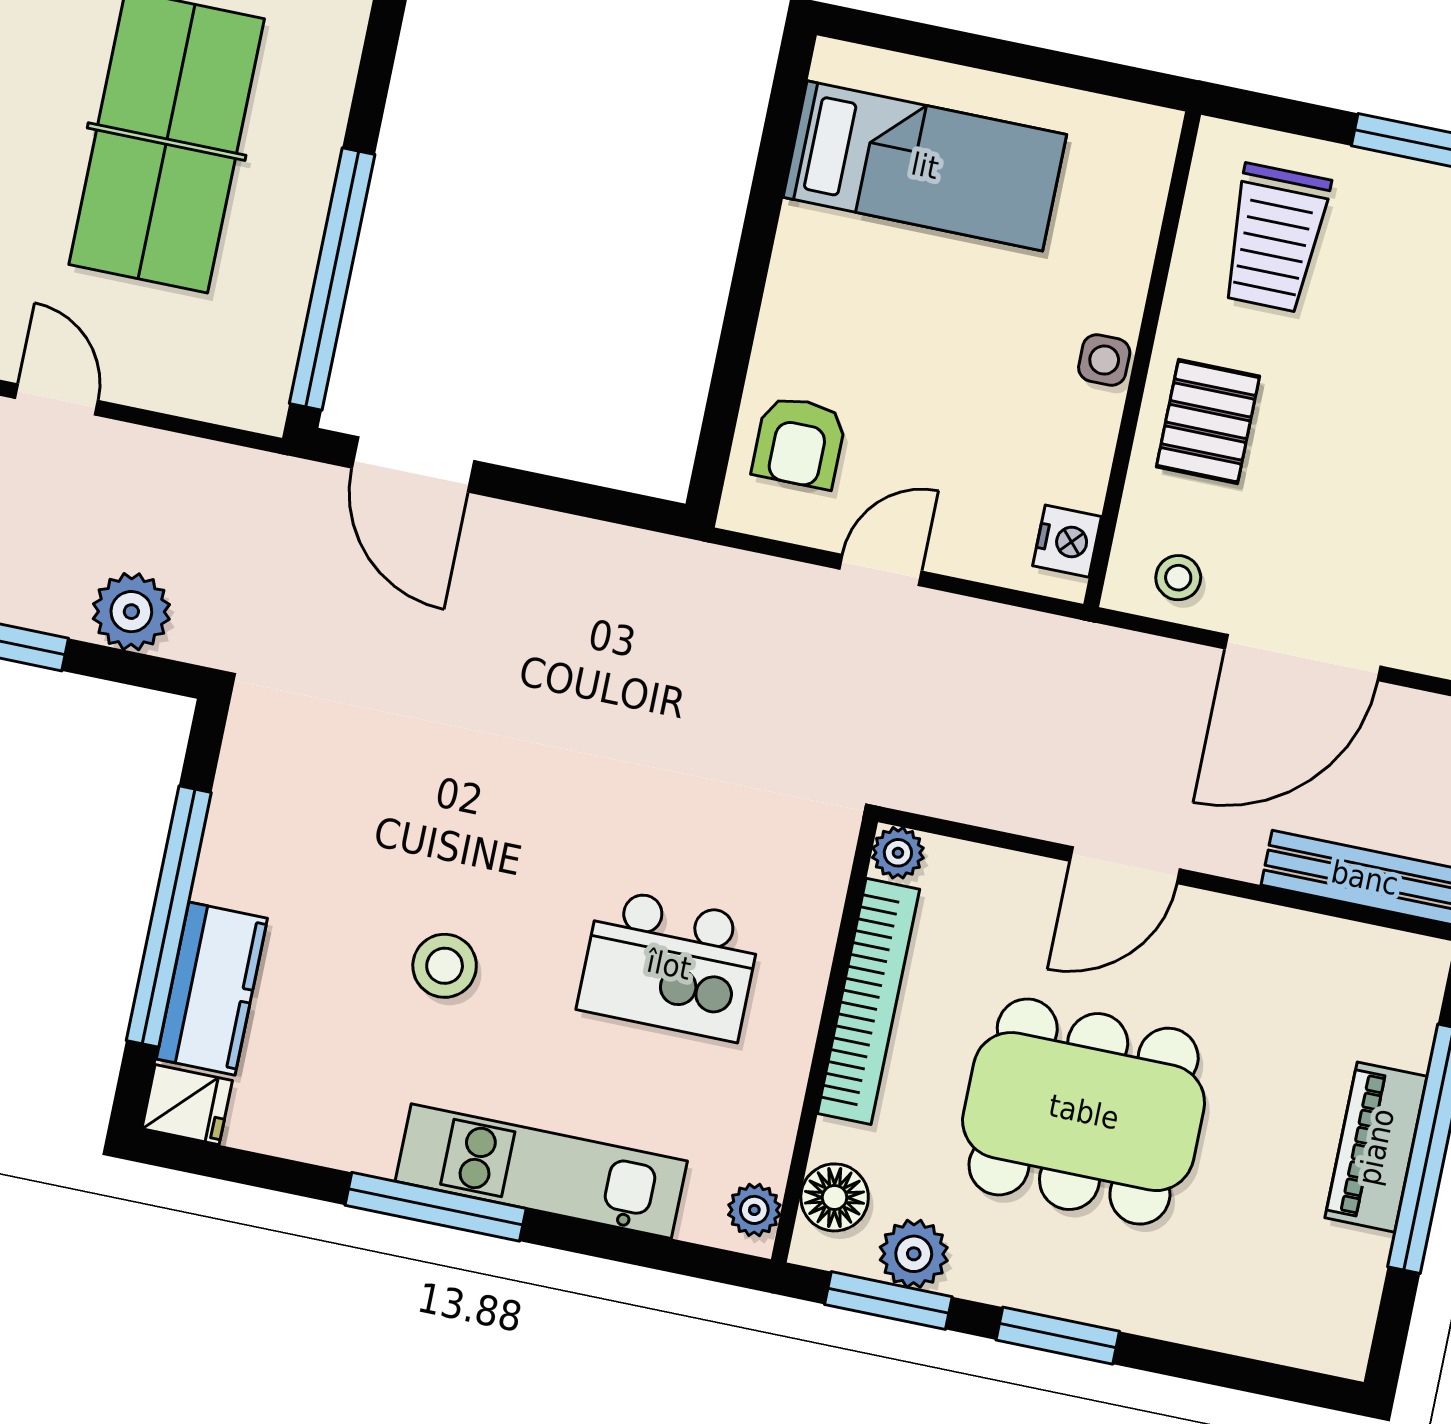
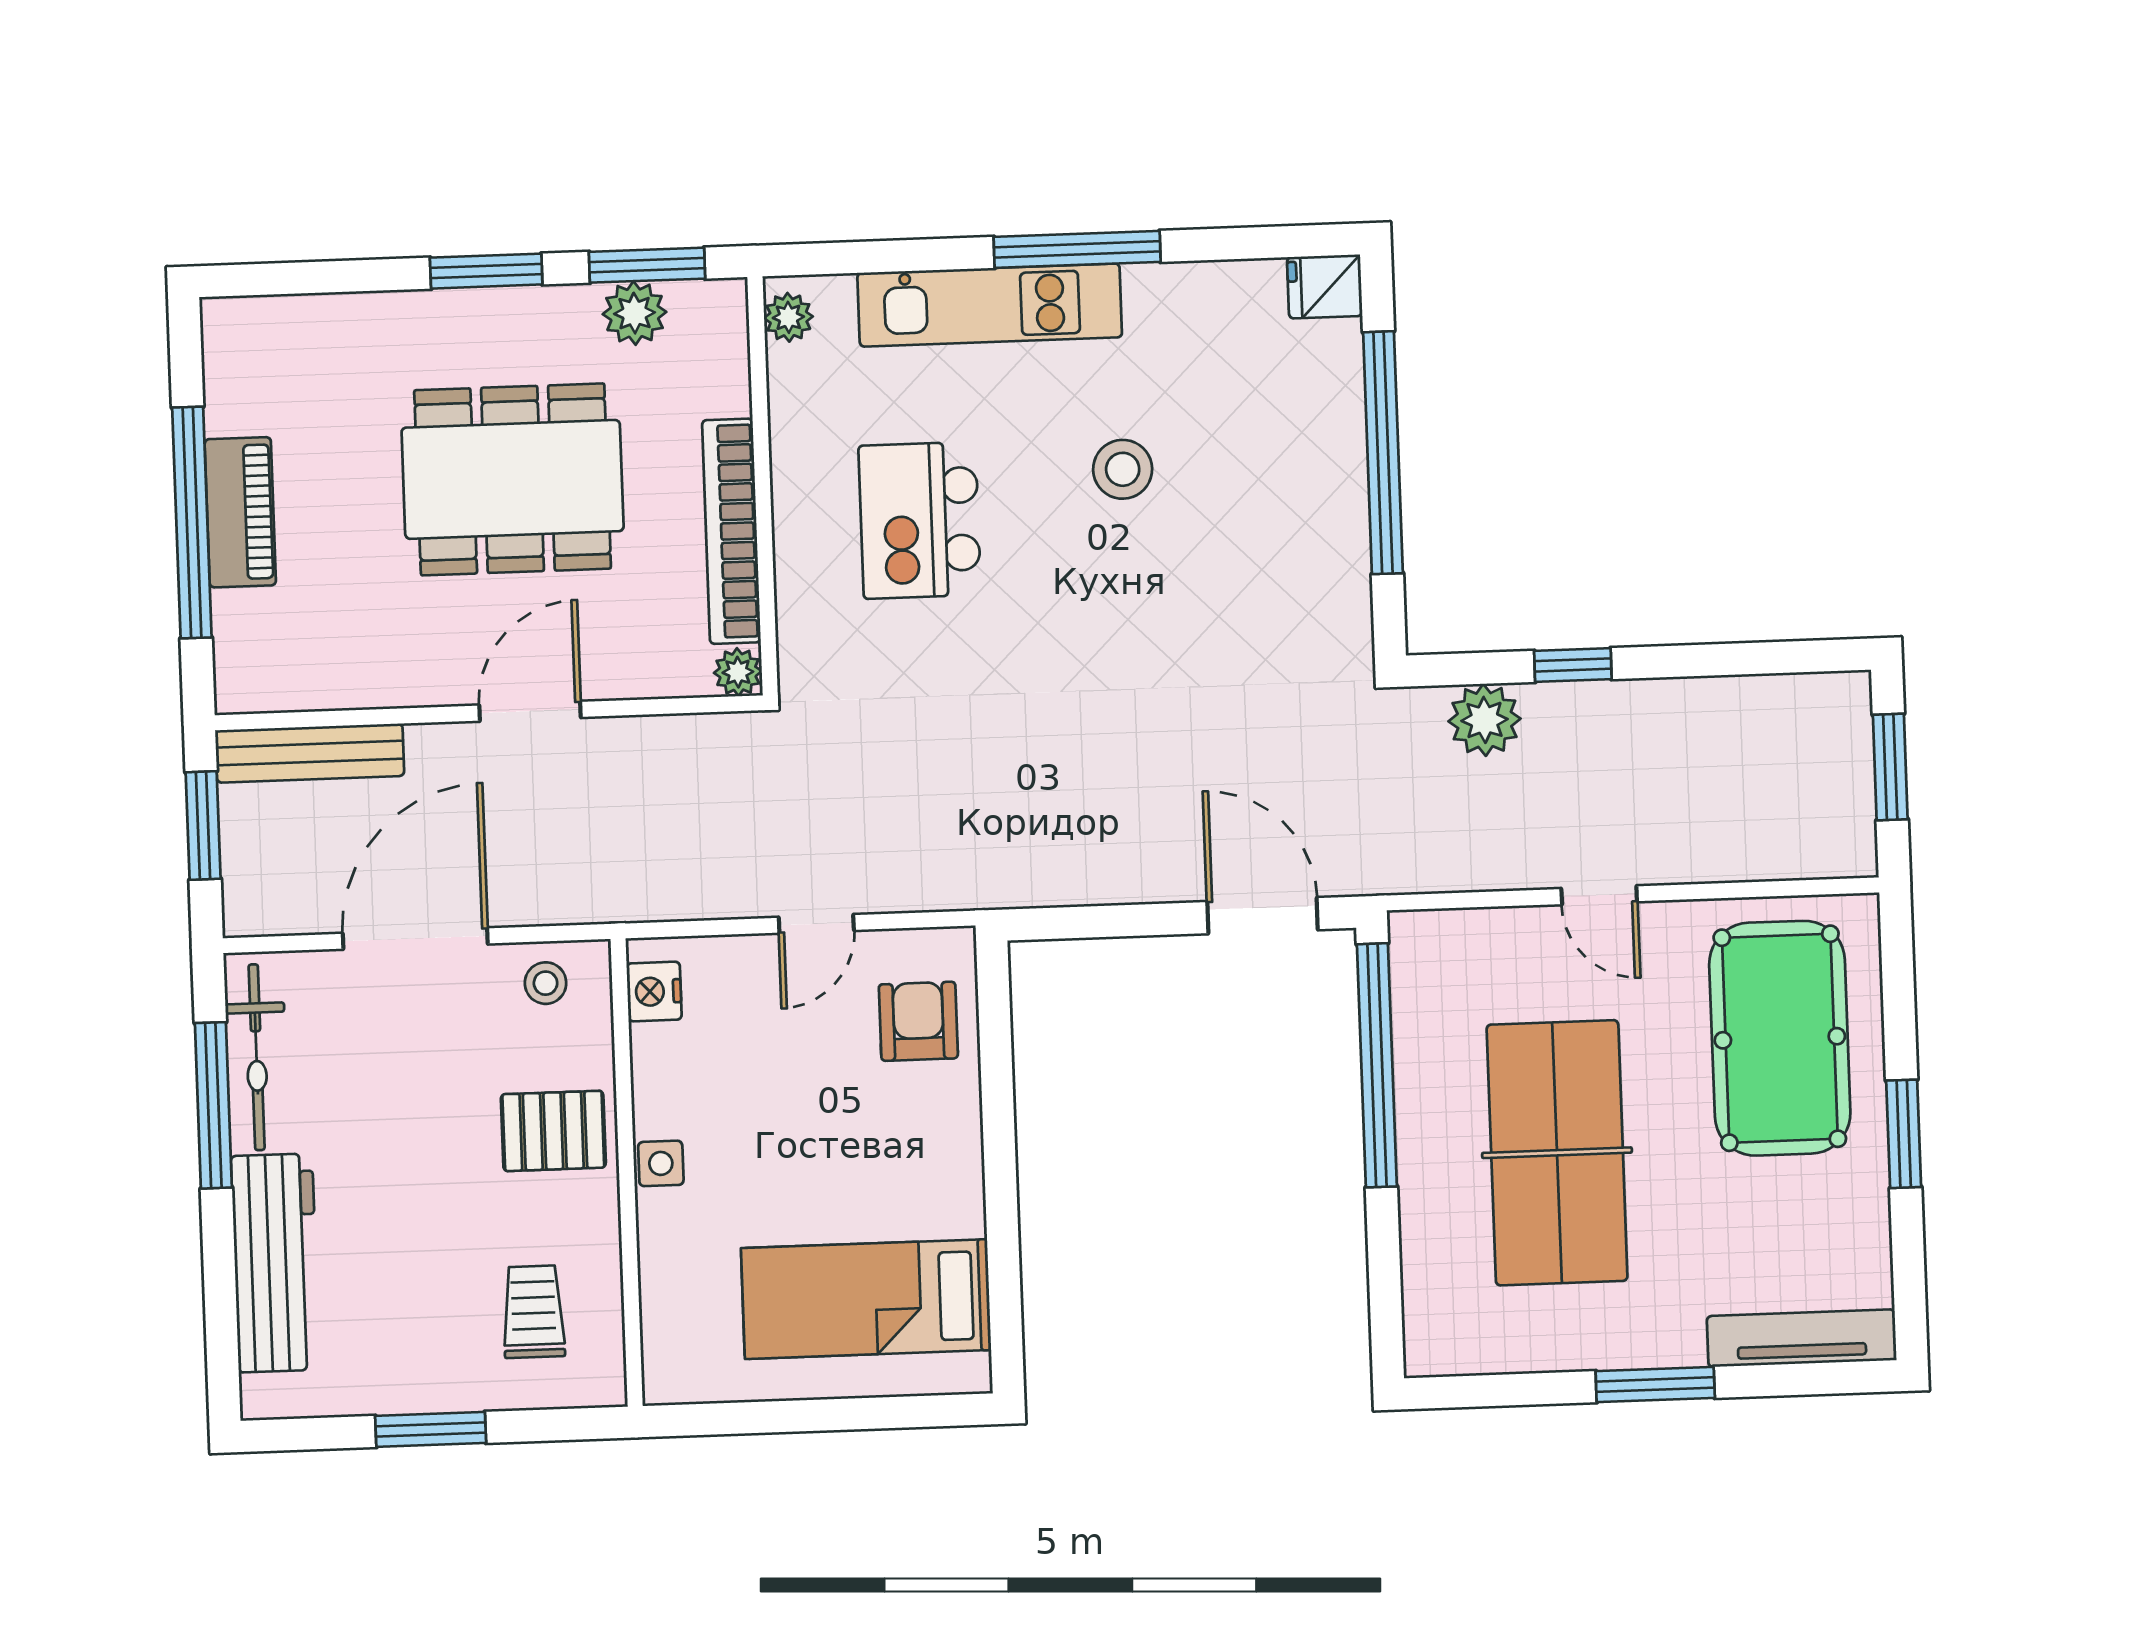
trolley: (1275, 238) -> (533, 1312), width x0.73, depth x0.72
pallet: (1208, 421) -> (553, 1131), turned 90
kitchen island: (669, 965) -> (920, 520), turned -90
kitchen counter: (212, 989) -> (1328, 397), removed
floor lamp: (835, 1197) -> (719, 346), removed

